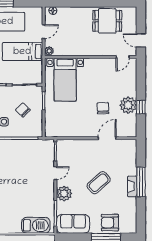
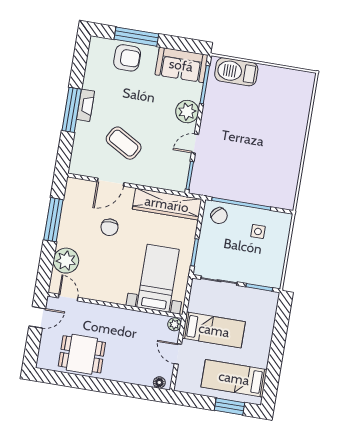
door: (44, 32) -> (178, 354), hinge flipped
door: (141, 41) -> (37, 317), hinge flipped
door: (123, 57) -> (68, 298), hinge flipped
plant: (128, 105) -> (66, 261), moved
window: (141, 107) -> (53, 220), width x2.17
chair: (23, 110) -> (219, 216), moved
wardrobe: (67, 130) -> (167, 204), added
coffee table: (99, 183) -> (124, 143), moved, turned 72

